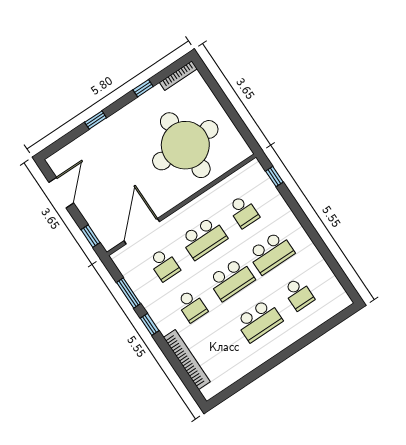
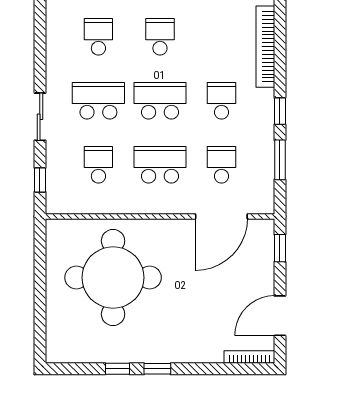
bookcase: (178, 76) -> (249, 357), moved
window: (96, 120) -> (157, 369), moved
sliding door: (302, 217) -> (40, 117), added
school desk: (259, 320) -> (160, 37), width x0.54

